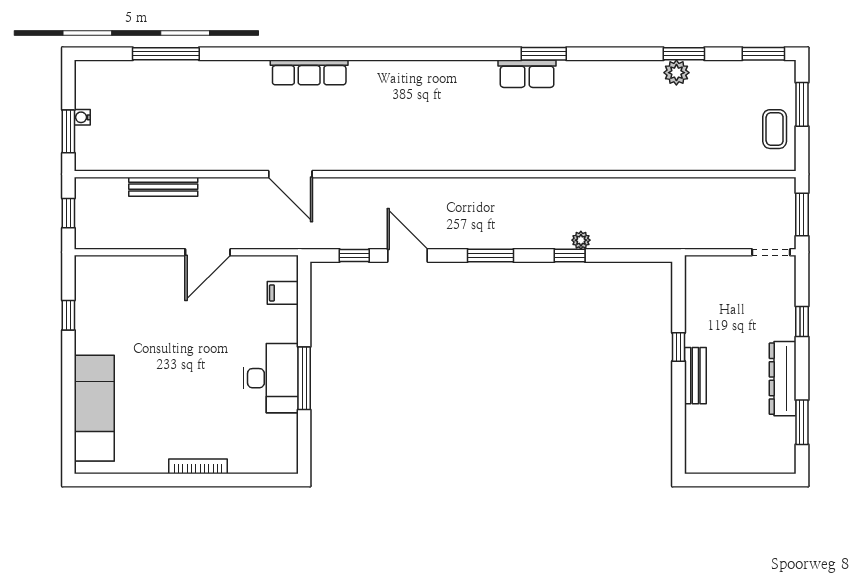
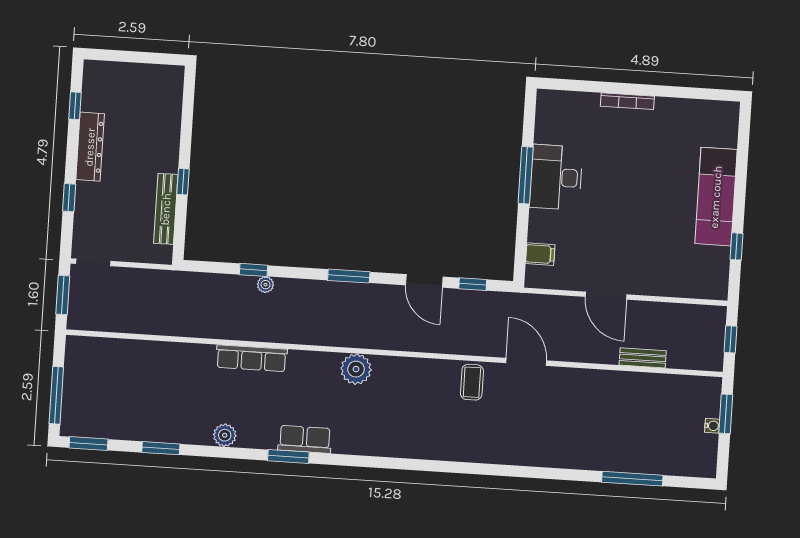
row of seats: (309, 72) -> (252, 358), moved, turned 180
plant: (676, 73) -> (225, 435), moved
window: (802, 104) -> (56, 395), width x1.44
coffee table: (775, 129) -> (472, 382), moved
plant: (476, 154) -> (356, 369), added
bench: (163, 187) -> (643, 358), width x0.73
door: (208, 252) -> (606, 296), swing flipped
window: (570, 255) -> (254, 270), moved
bench: (695, 376) -> (166, 209), moved, width x1.36
exam couch: (94, 408) -> (716, 197), moved
window: (802, 422) -> (75, 106), width x0.67

